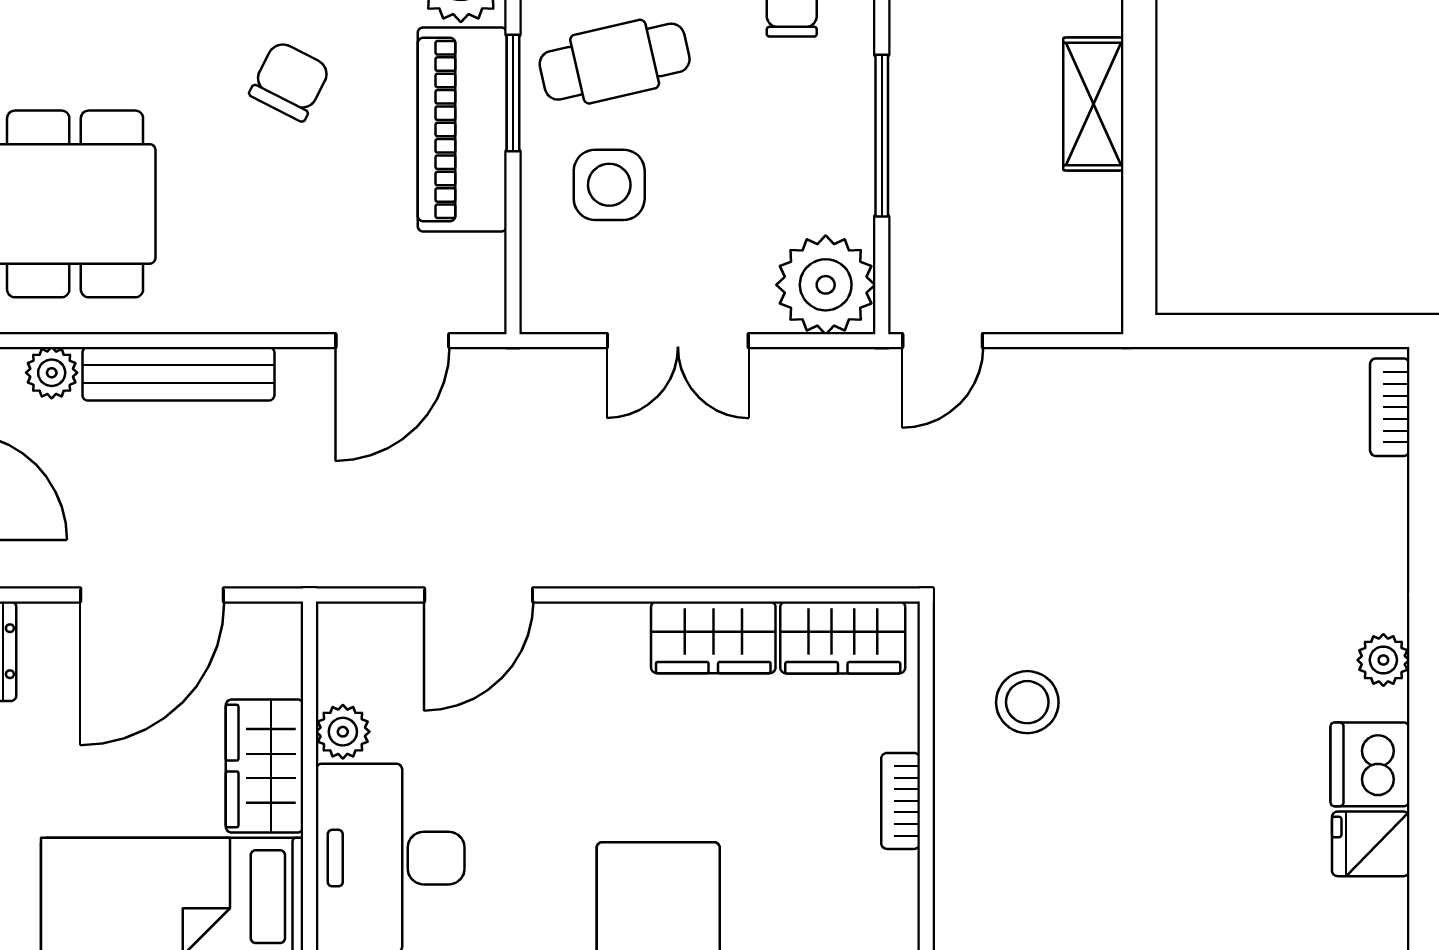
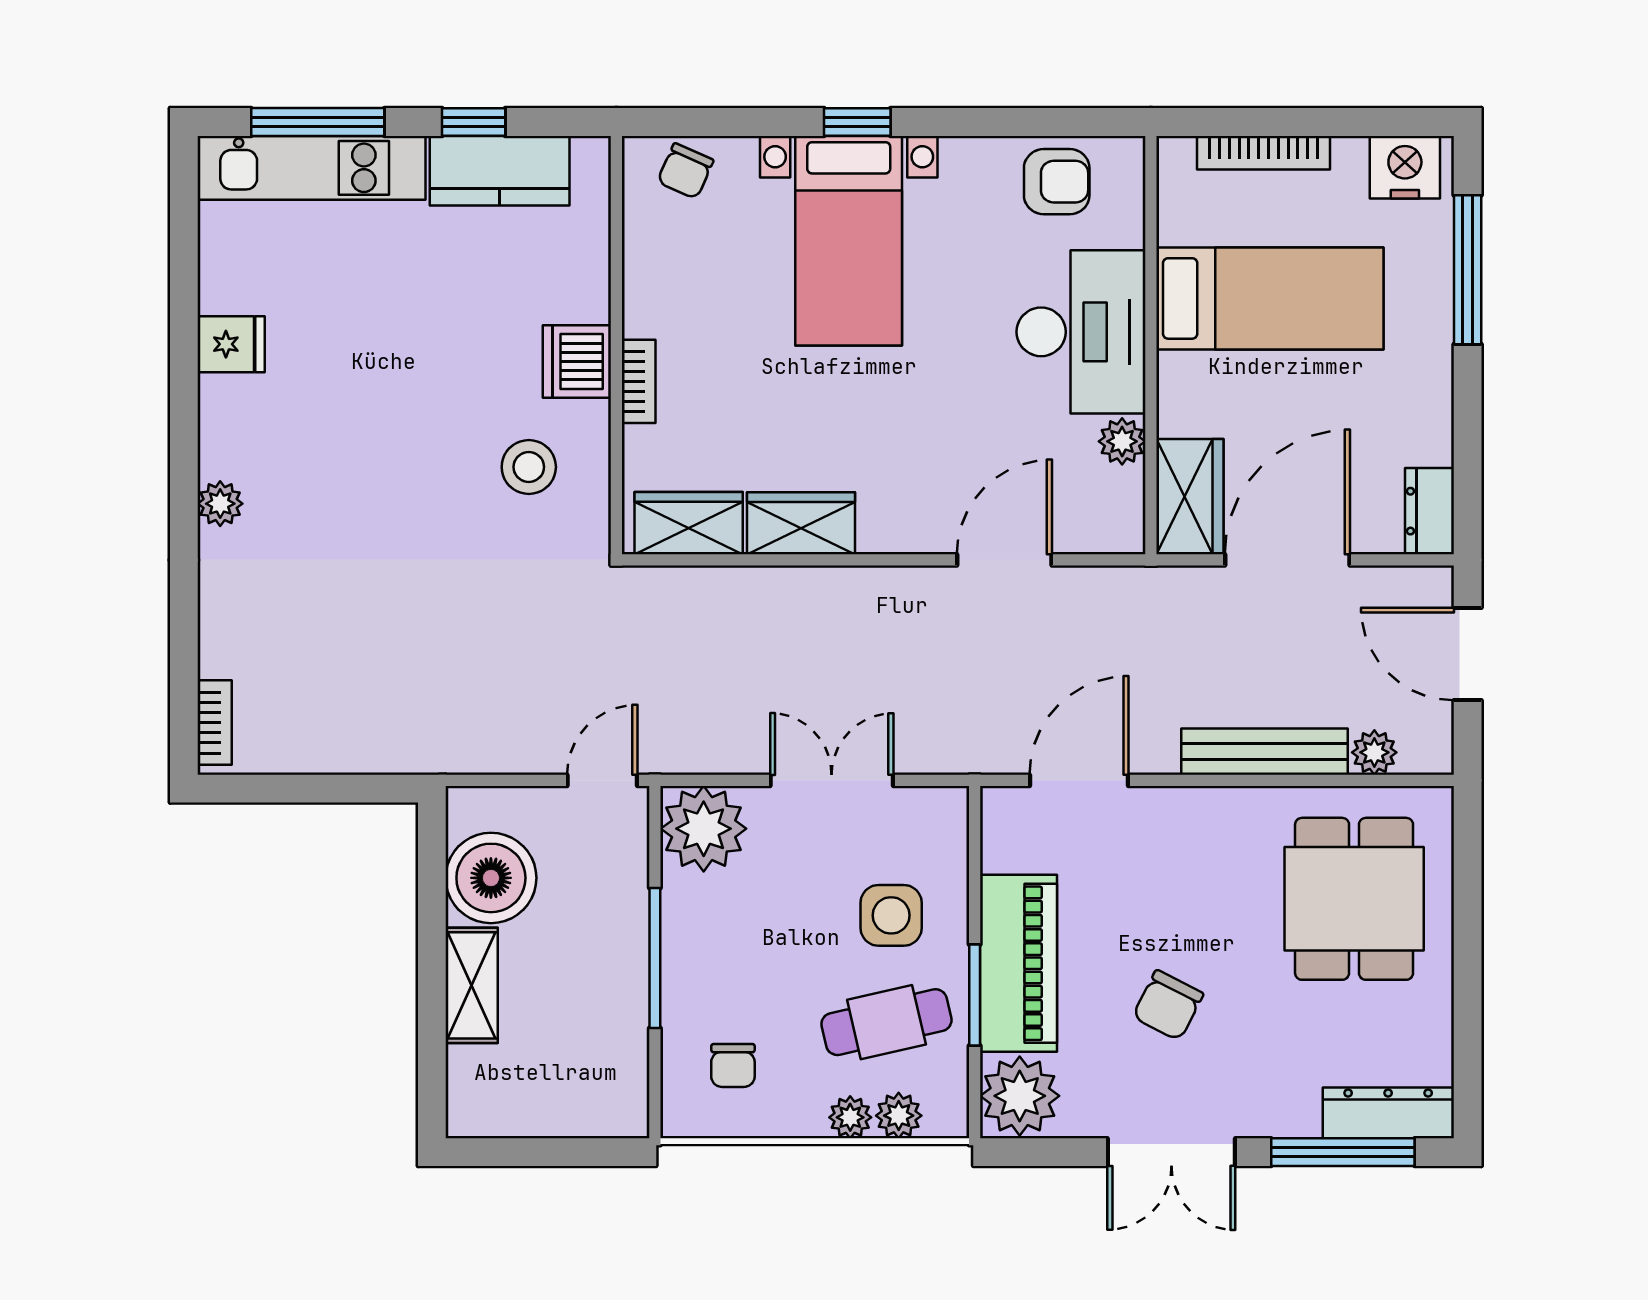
boiler: (1071, 228) -> (491, 878), added
dishwasher: (1370, 764) -> (577, 361), moved, turned 180
wardrobe: (265, 766) -> (1190, 497), moved

